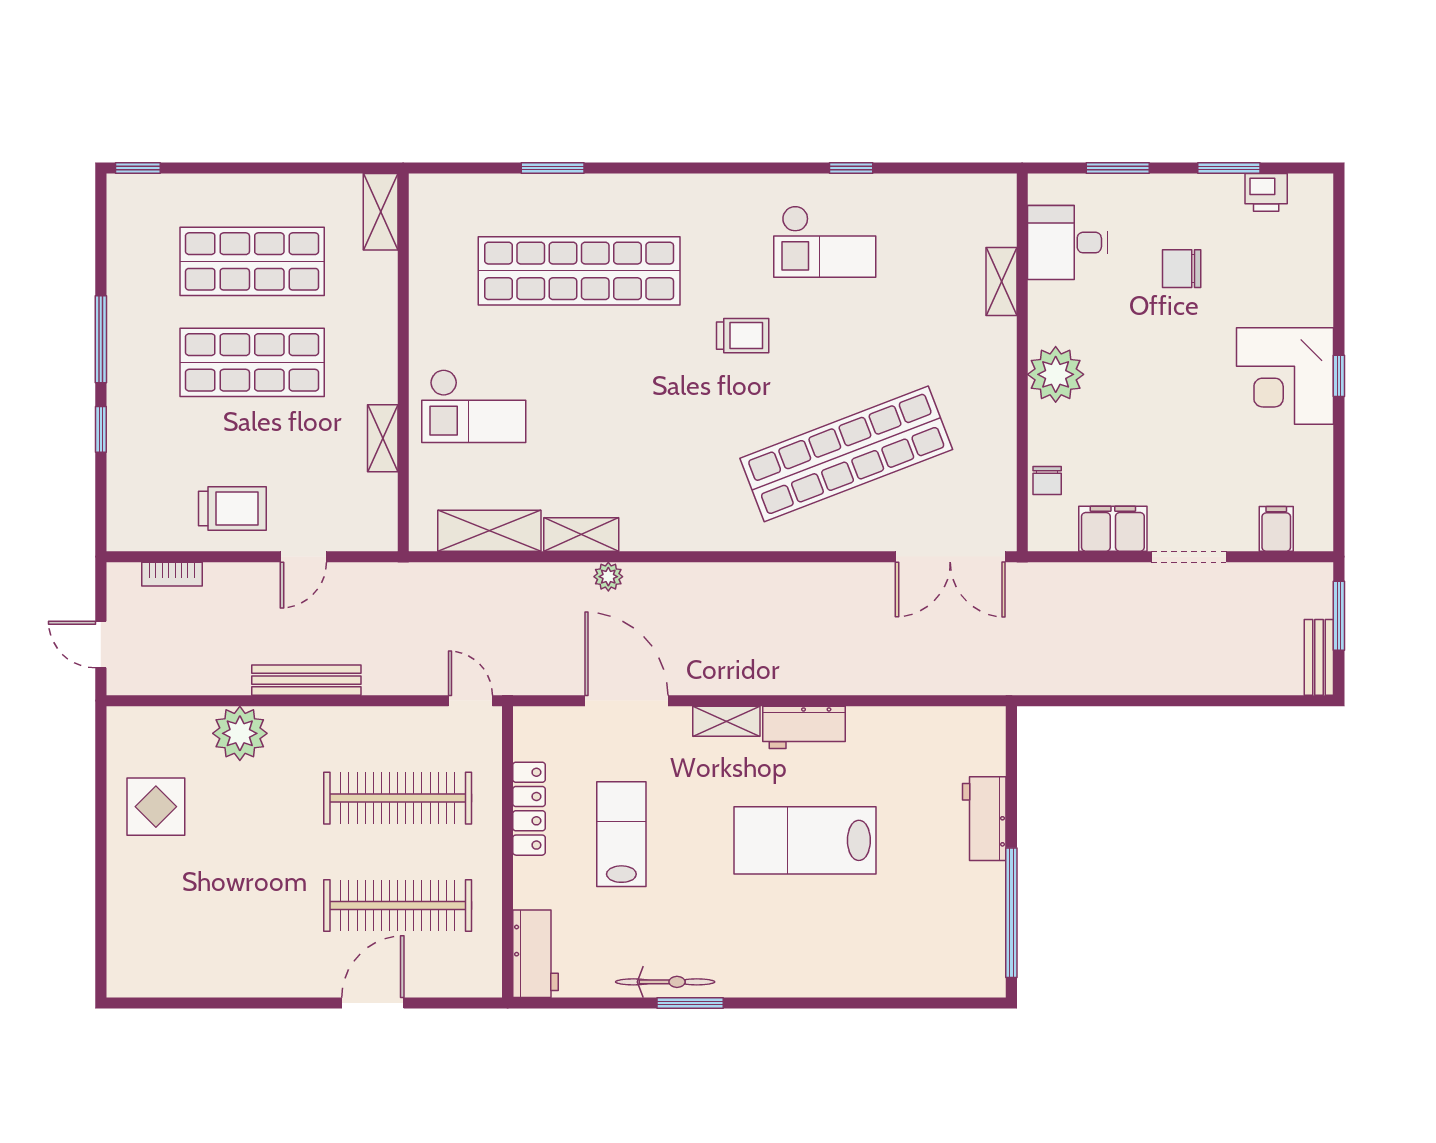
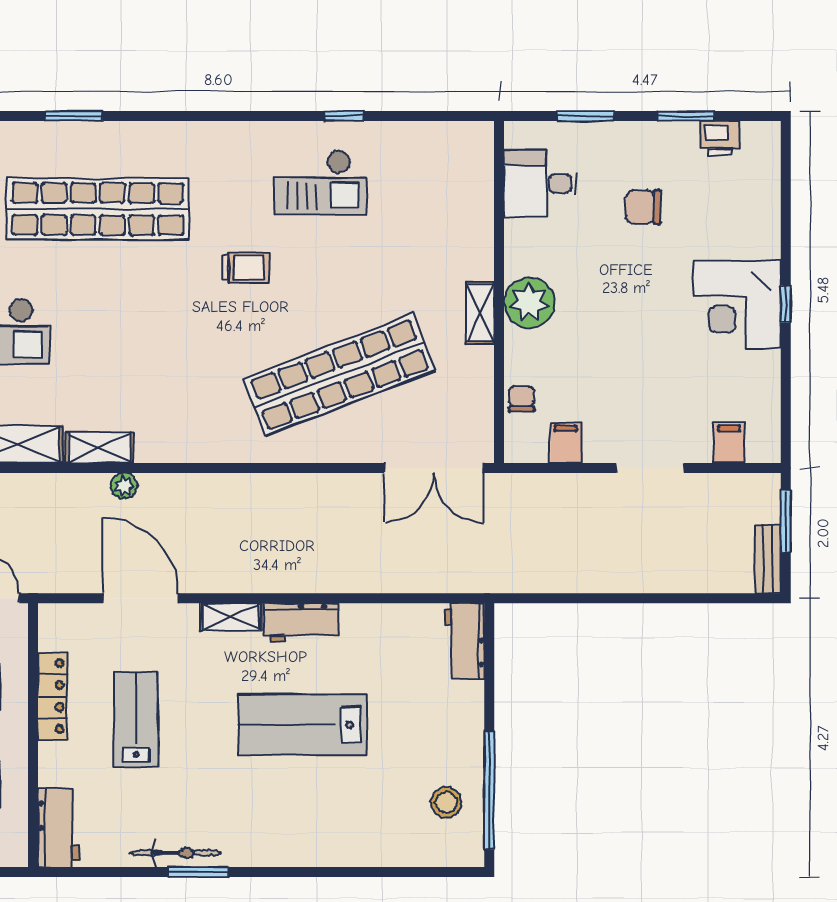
shelving: (1001, 282) -> (480, 313), moved
chair: (1047, 481) -> (522, 399), turned 180
filing cabinet: (1113, 529) -> (566, 443), width x0.50
workbench: (984, 819) -> (465, 641), moved
stool: (964, 926) -> (446, 802), added

